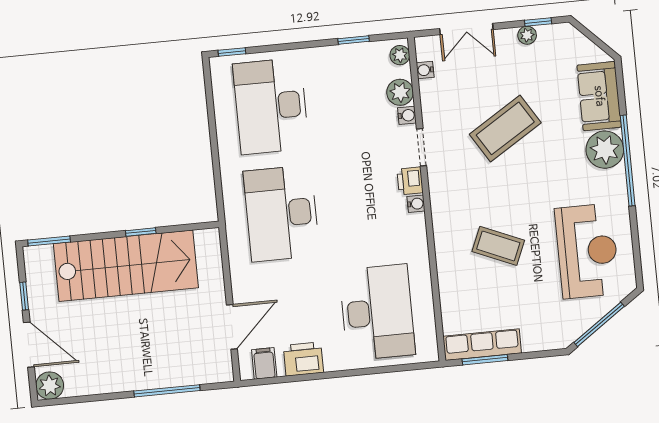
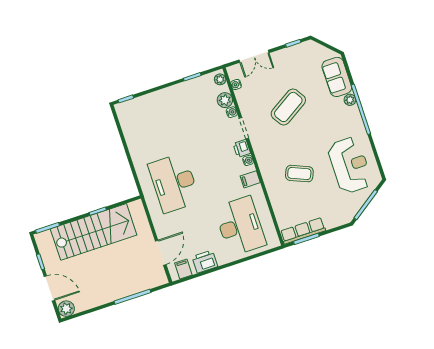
plant: (527, 35) -> (289, 52), removed
desk: (271, 106) -> (154, 124), removed
plant: (605, 150) -> (350, 100), width x0.53, depth x0.53
filing cabinet: (412, 237) -> (250, 179), added

